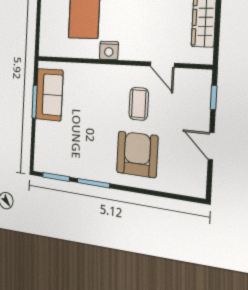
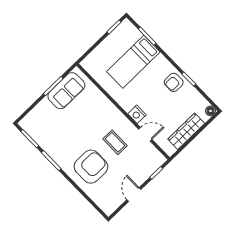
nightstand: (109, 50) -> (137, 114), moved
door: (162, 65) -> (145, 134), swing flipped
coffee table: (139, 104) -> (115, 142), turned 90

